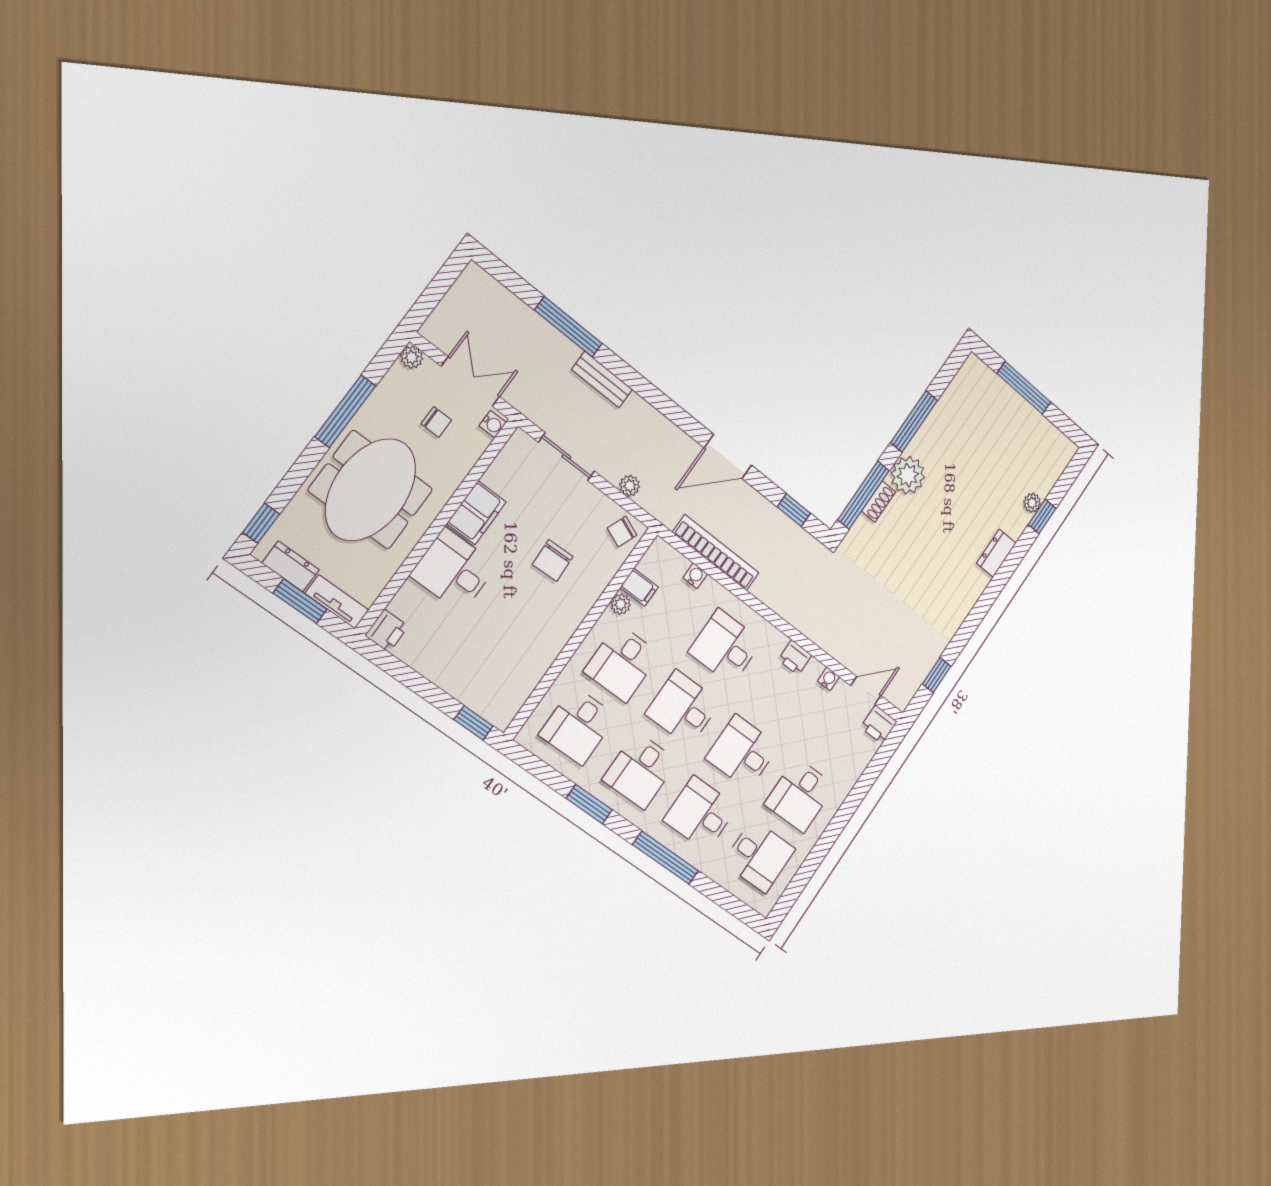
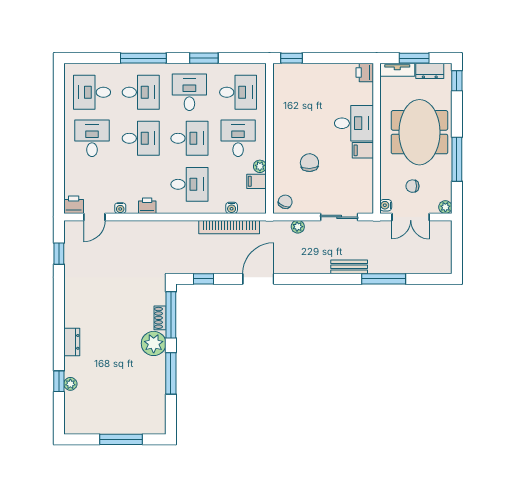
filing cabinet: (476, 513) -> (363, 150), width x0.50
desk: (578, 726) -> (238, 92), turned 90

